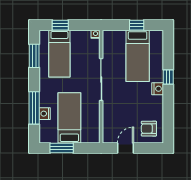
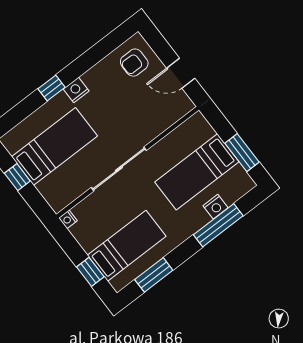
armchair: (149, 129) -> (134, 63), turned 90

